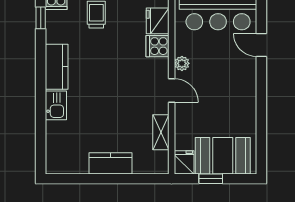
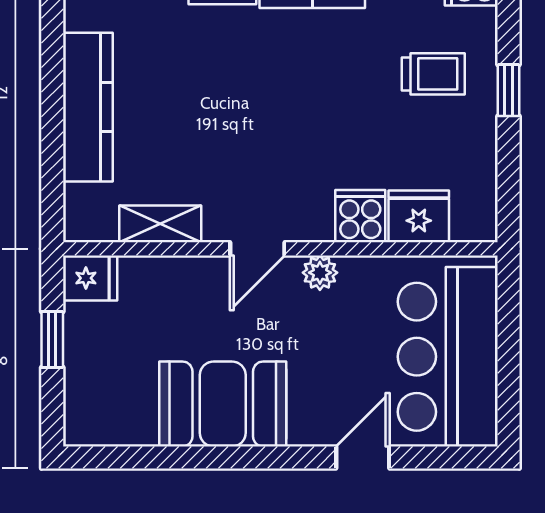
booth: (223, 156) -> (223, 404), moved, turned 90
kitchen counter: (111, 163) -> (88, 107), width x1.50

